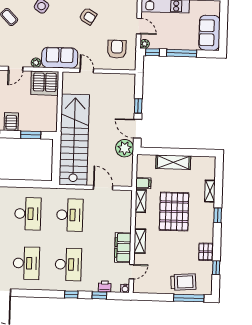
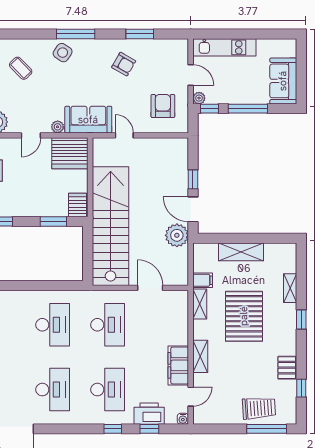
server rack: (11, 122) -> (78, 205), moved
printer: (105, 286) -> (149, 414), width x1.87, depth x1.48

